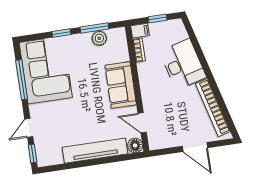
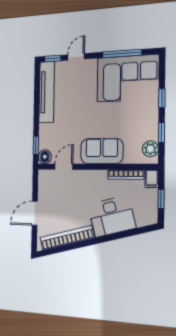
window: (94, 28) -> (162, 132), width x0.67
plant: (99, 38) -> (150, 149), moved
bookcase: (139, 50) -> (126, 175), width x1.56
door: (29, 128) -> (76, 57), hinge flipped
tv unit: (95, 151) -> (47, 92), moved
window: (125, 157) -> (36, 145), added

